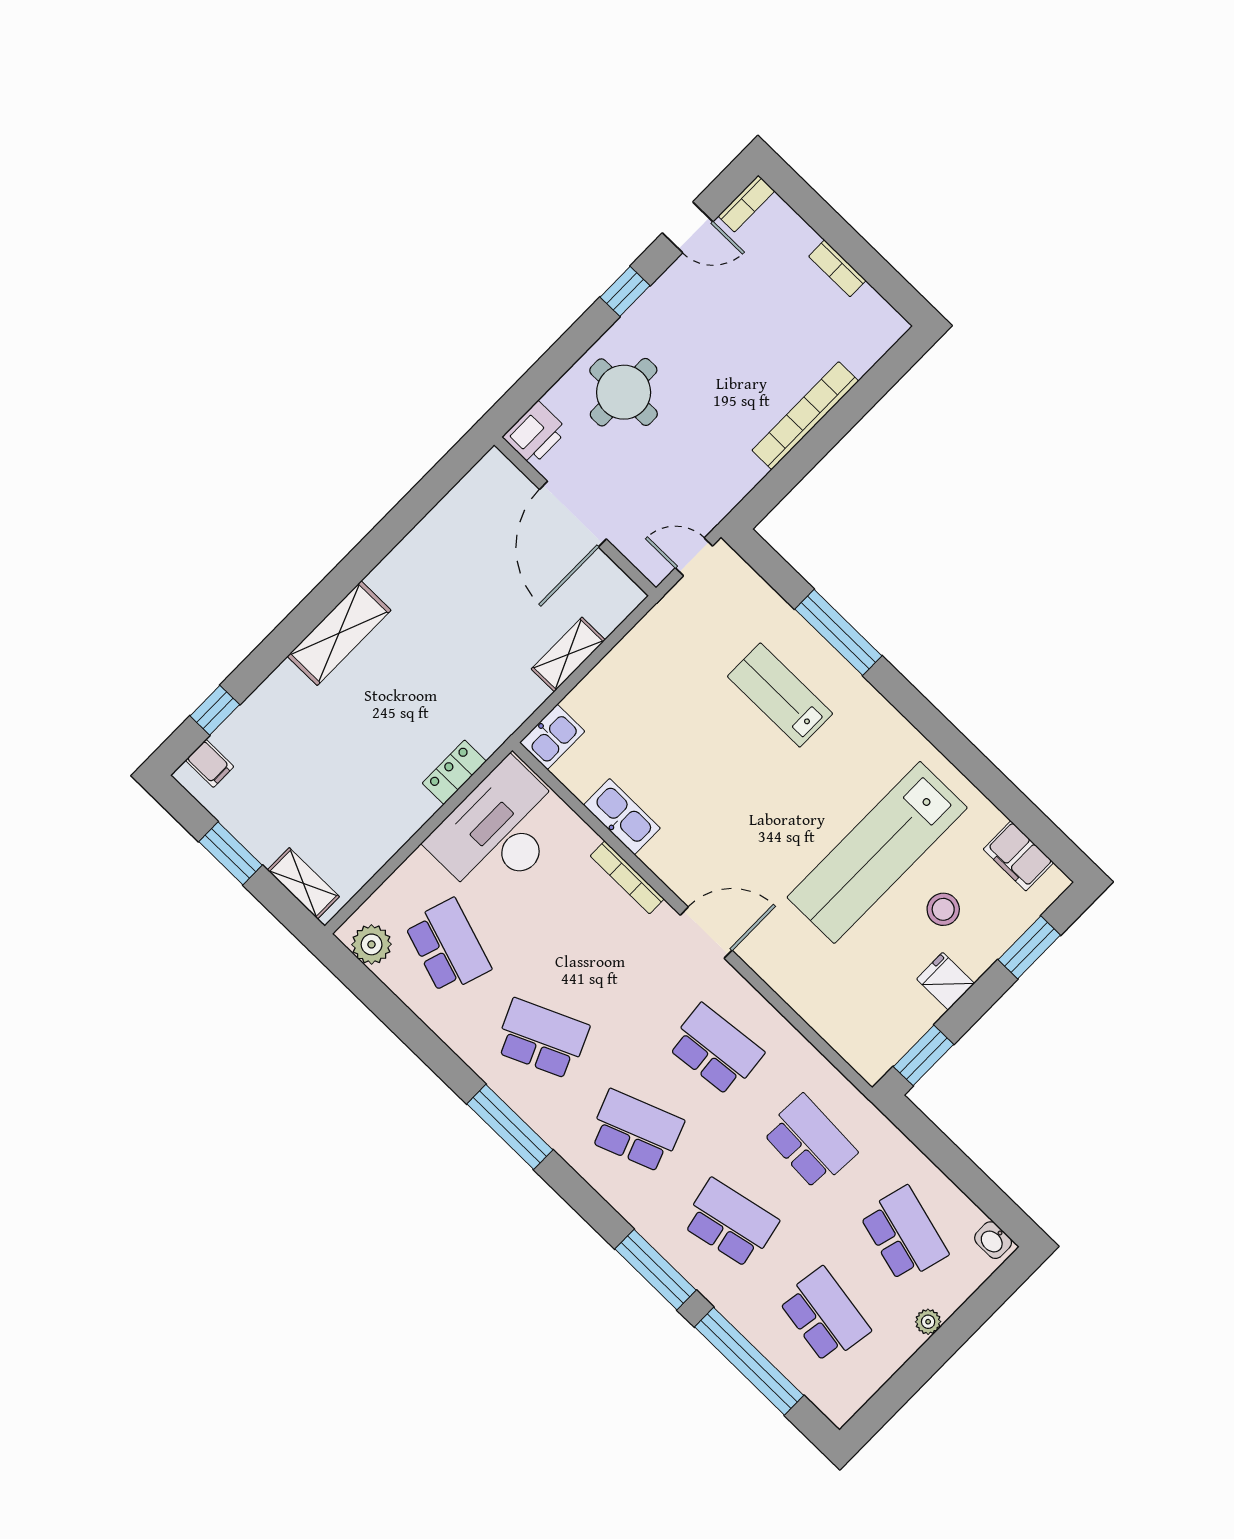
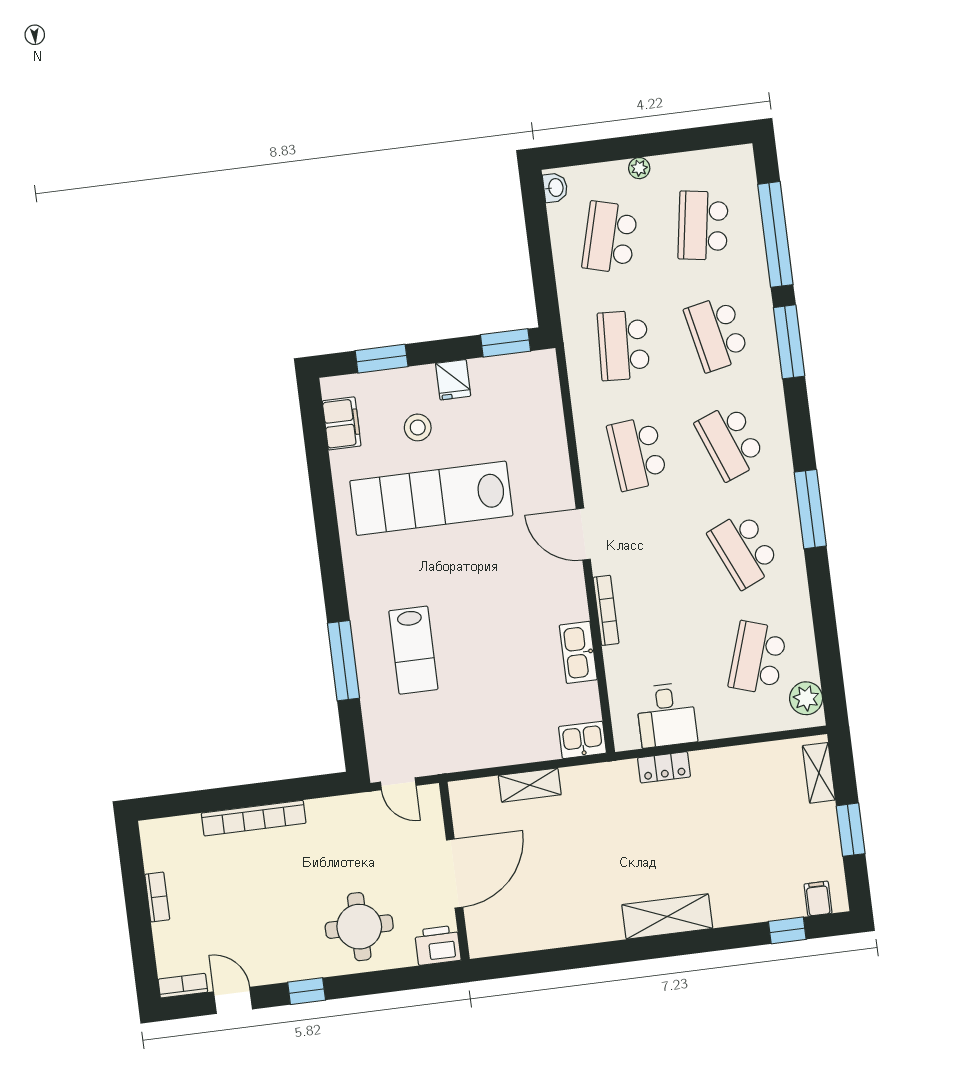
desk: (499, 831) -> (666, 715), width x0.53, depth x0.77
lab bench: (877, 852) -> (431, 498), turned 180

